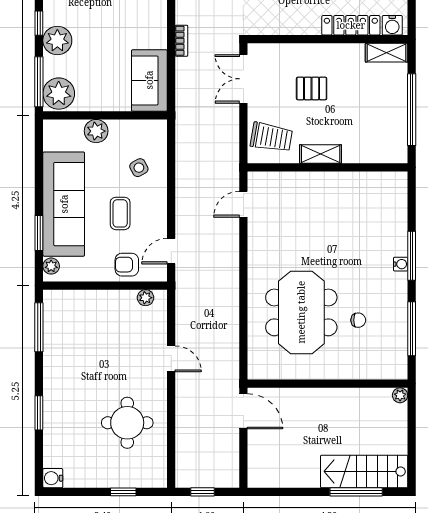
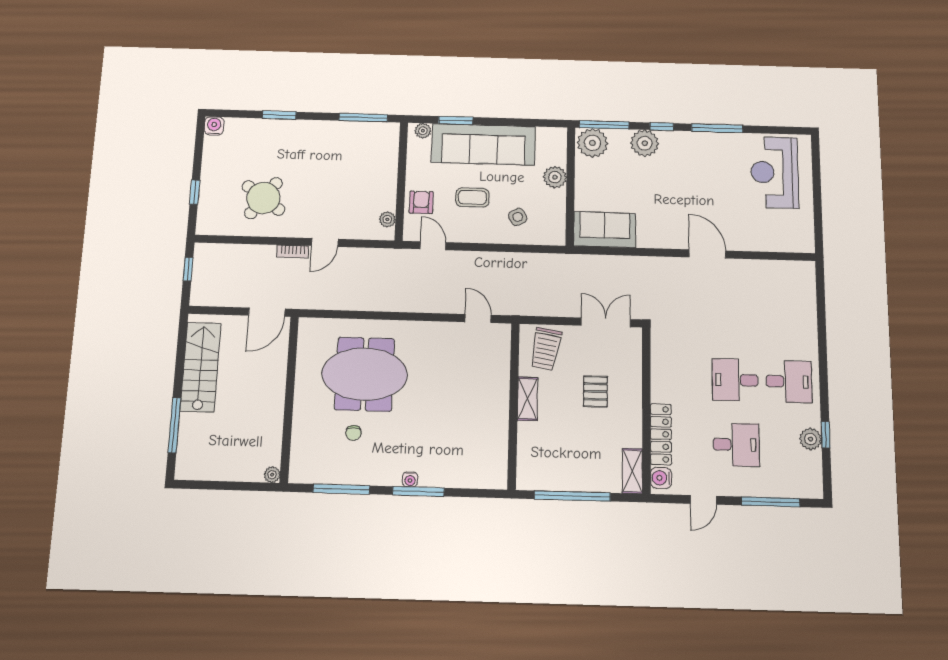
bookcase: (181, 41) -> (293, 252), moved
round table: (127, 423) -> (263, 198), turned 36
stairs: (364, 471) -> (201, 367), moved

